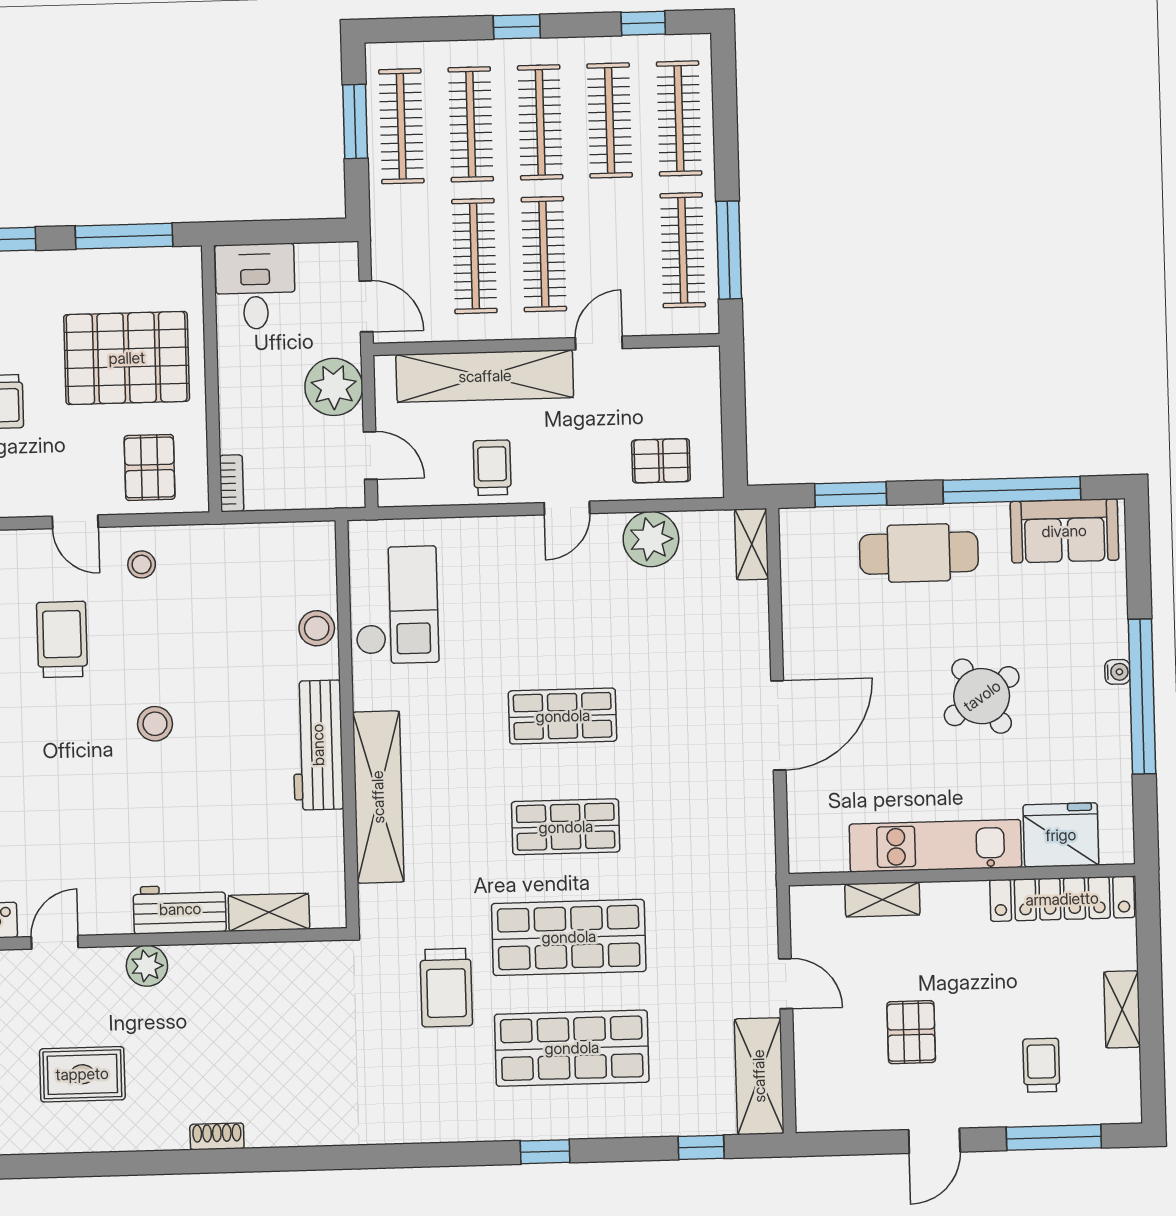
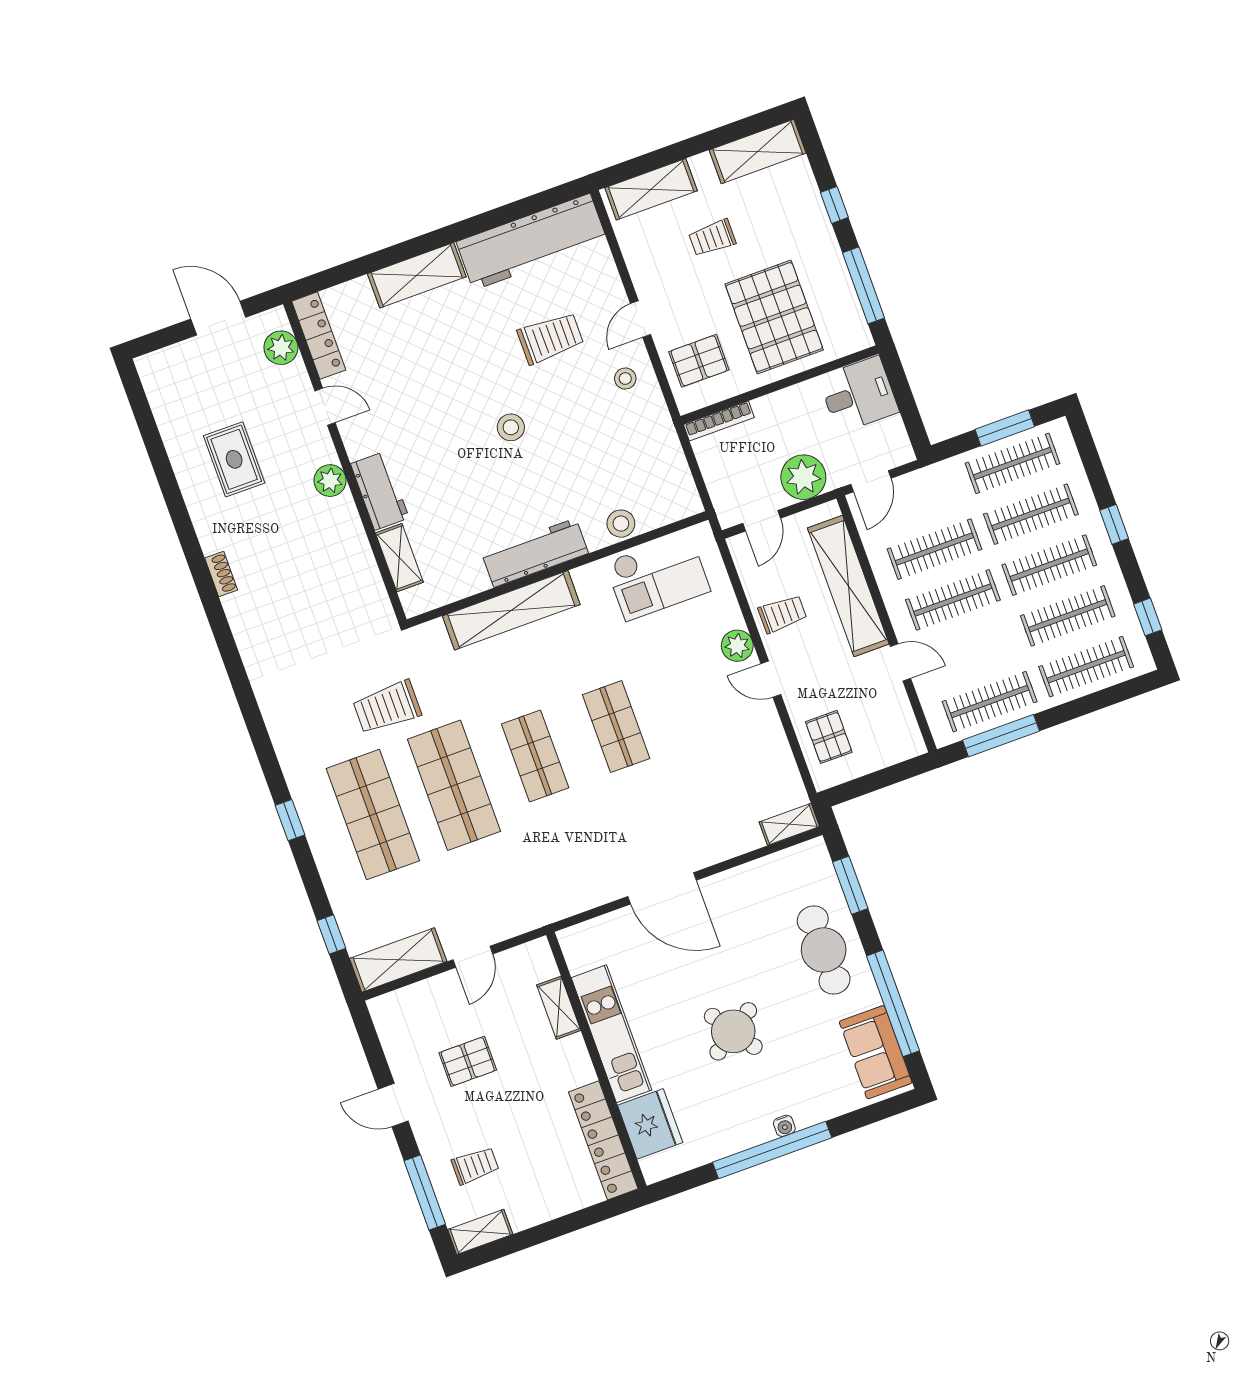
bookcase: (232, 483) -> (719, 421), width x1.56
plant: (651, 539) -> (737, 646), moved, width x0.73, depth x0.73
shelving: (1122, 1009) -> (480, 1232), moved

